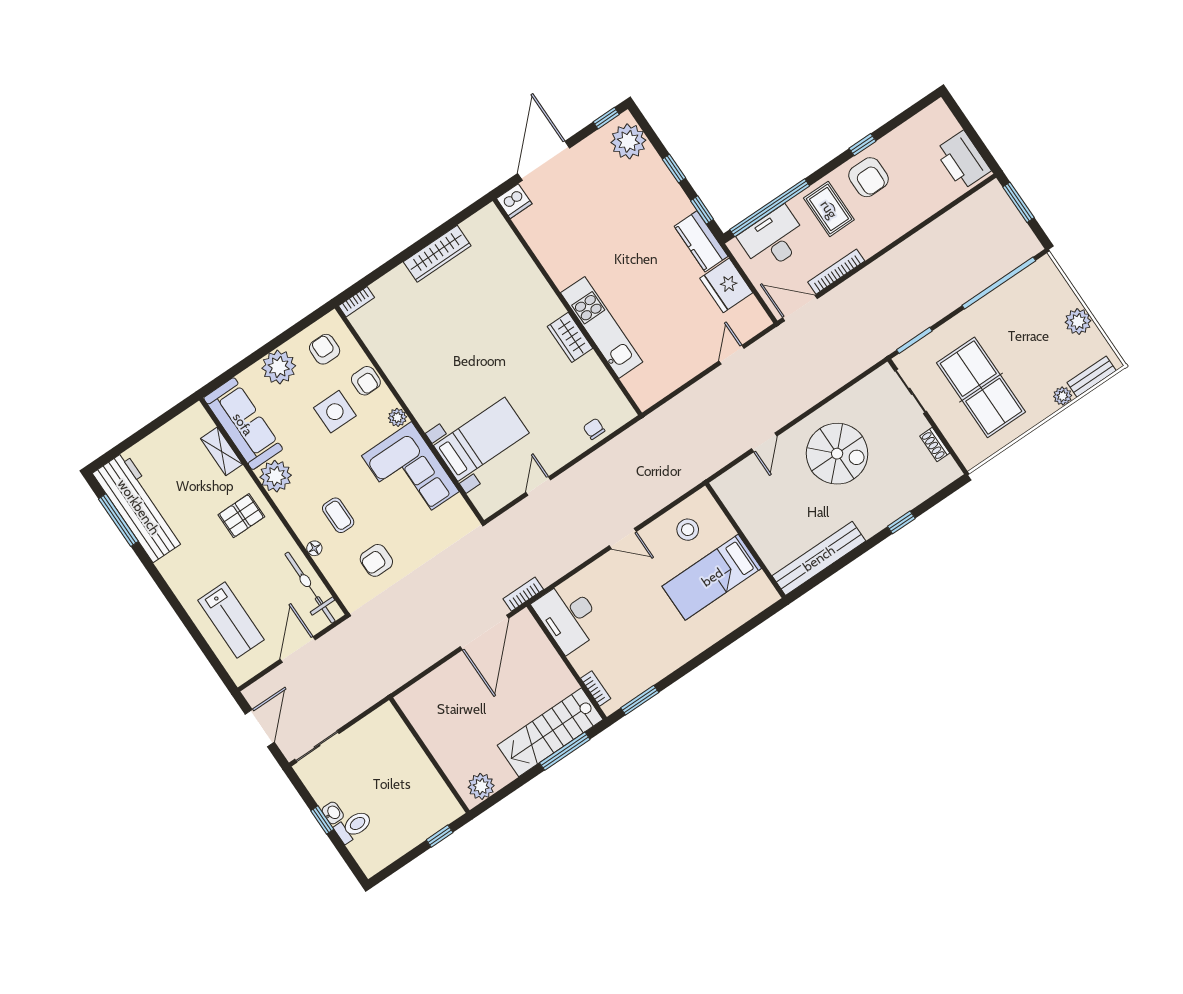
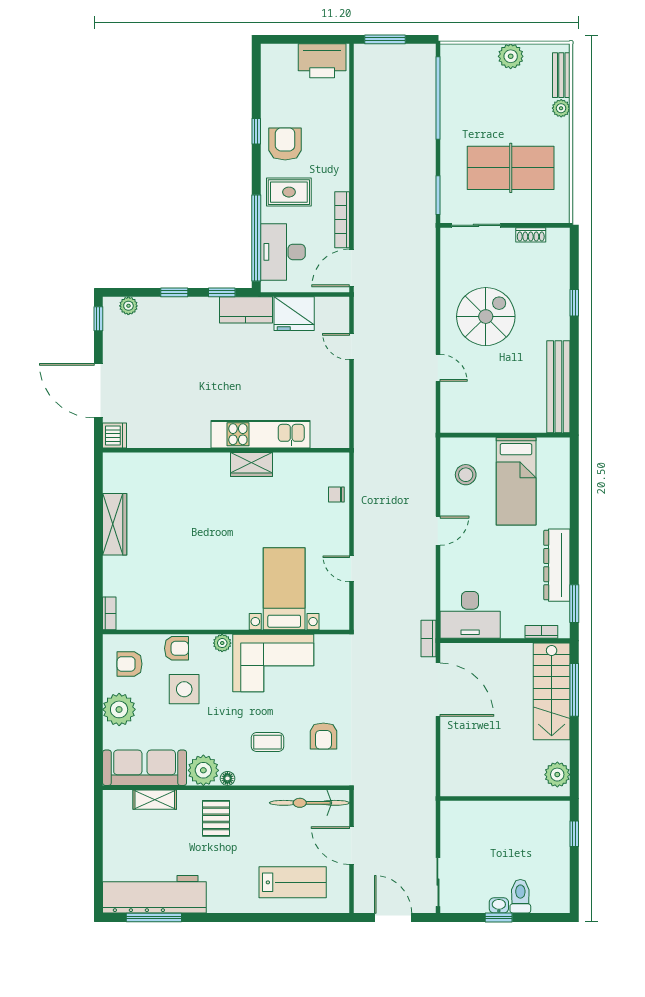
plant: (628, 141) -> (128, 306), width x0.53, depth x0.53
armchair: (868, 177) -> (285, 144), turned -90
floor lamp: (314, 548) -> (227, 778), moved
dresser: (663, 662) -> (557, 565), added

